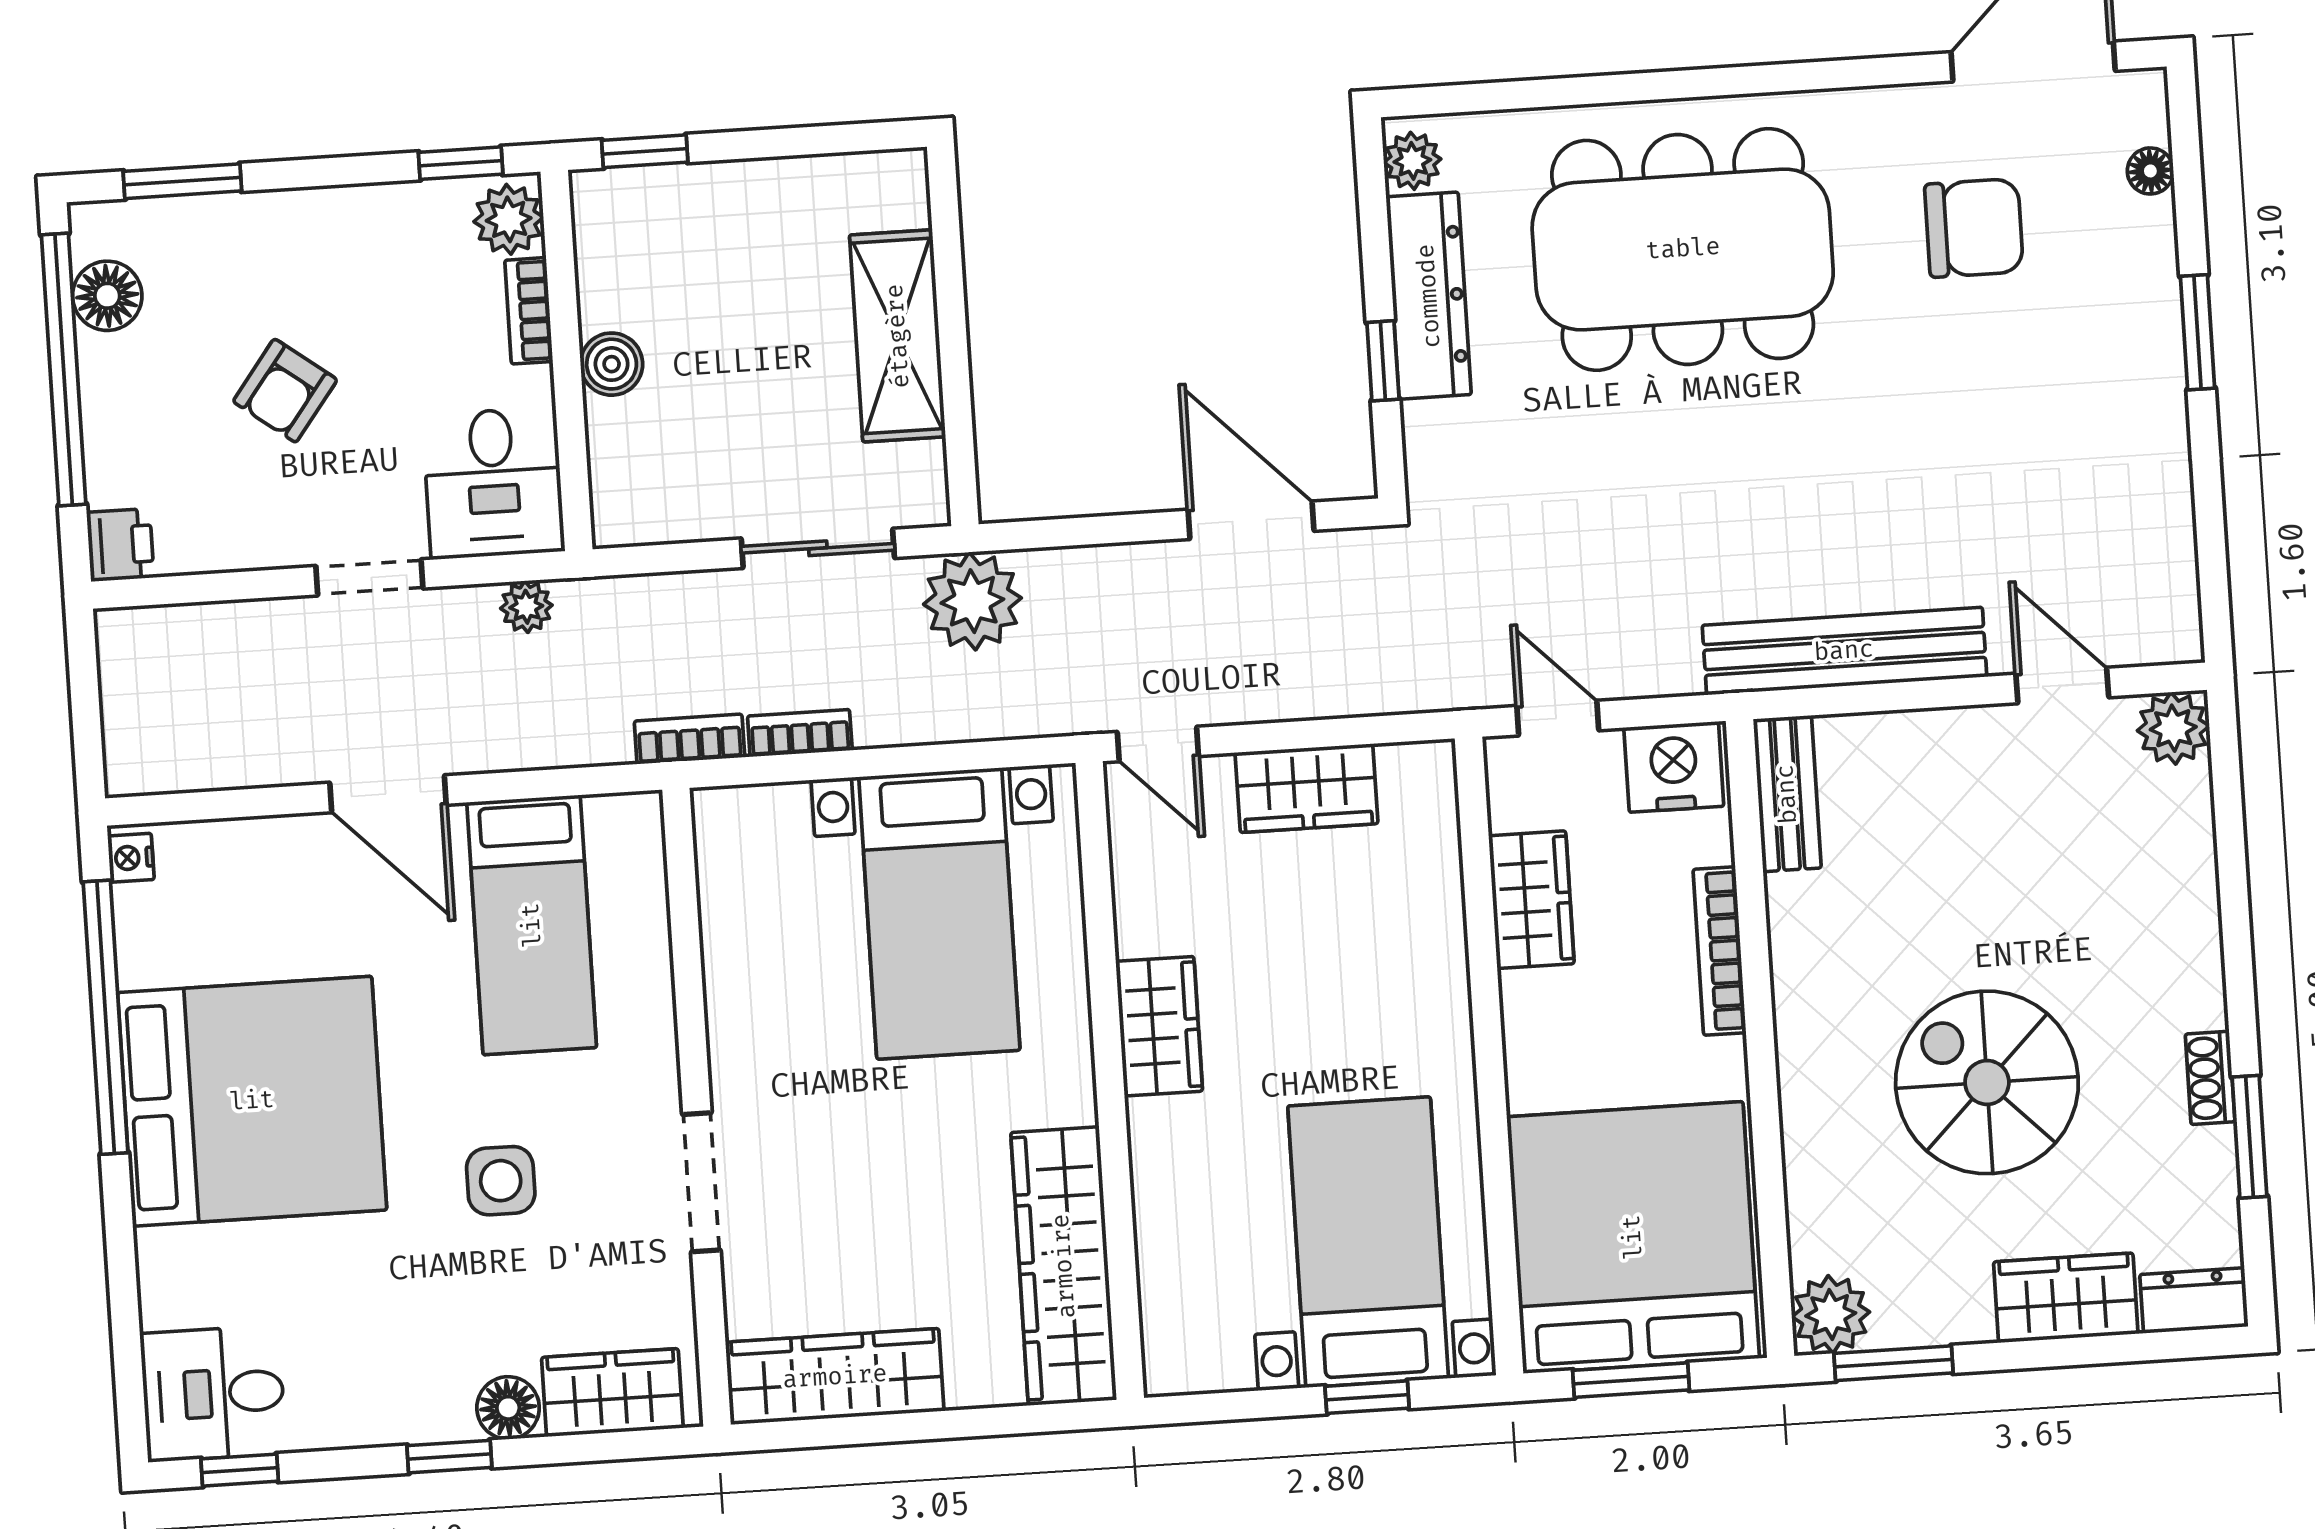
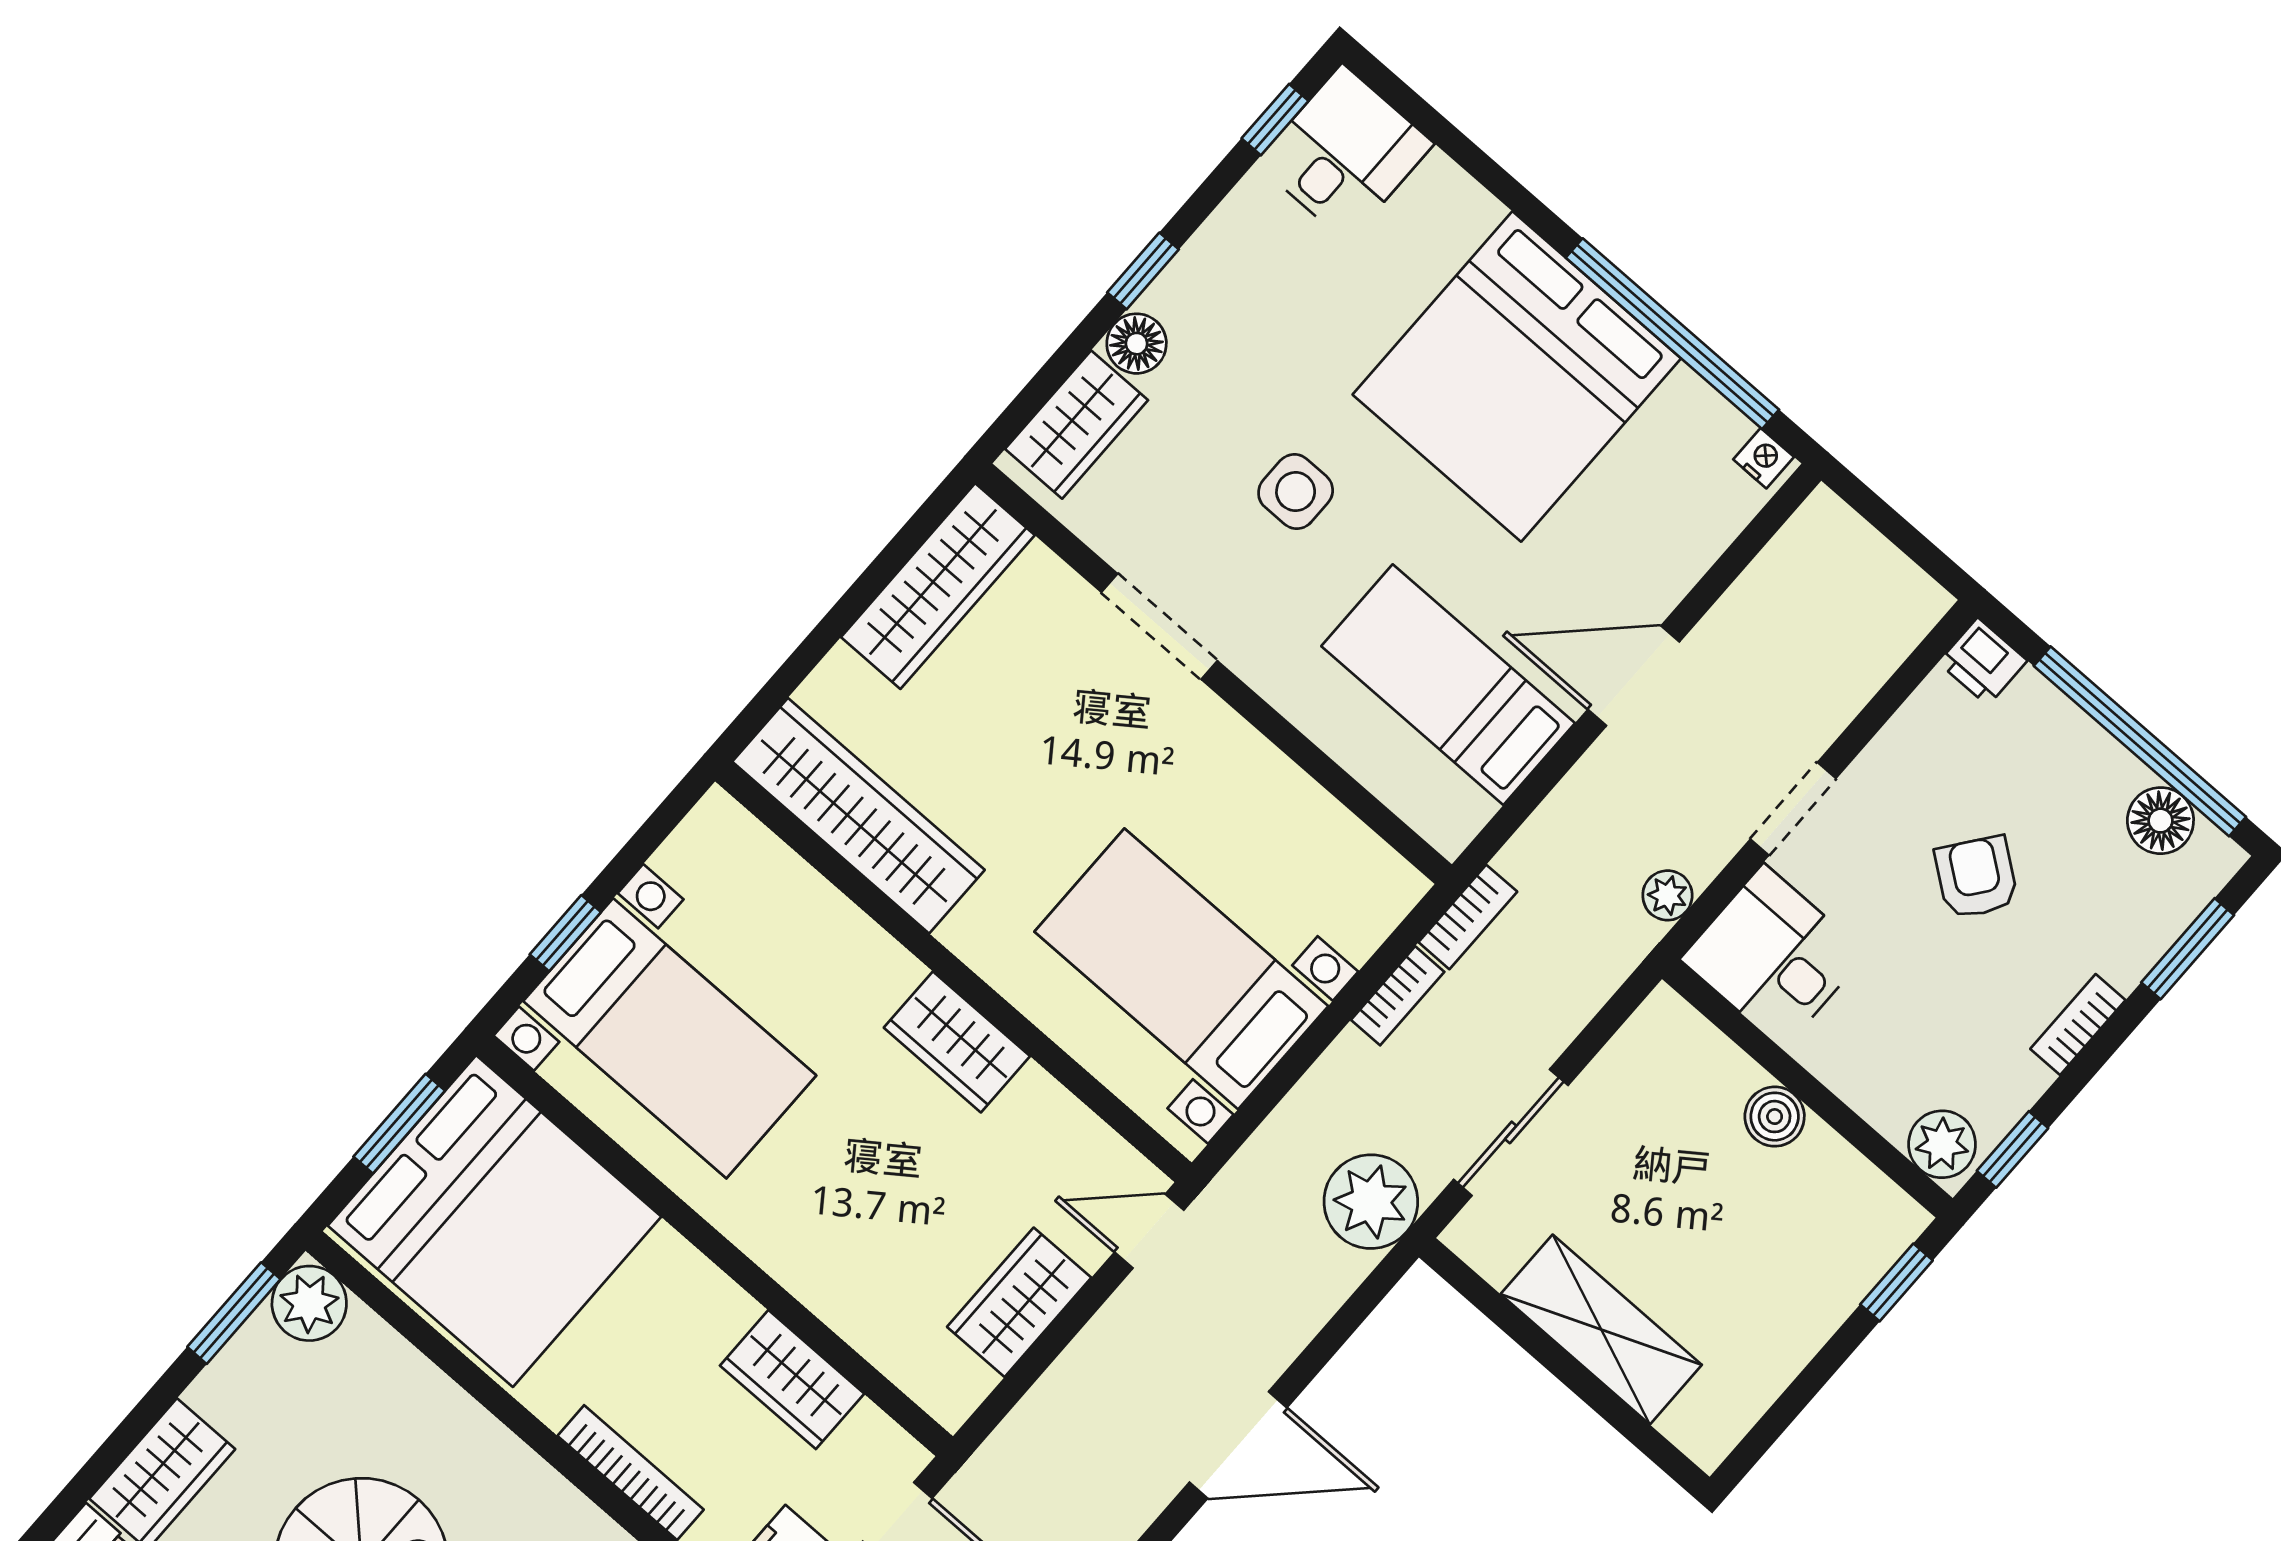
bookcase: (529, 311) -> (2078, 1025), moved, turned -90

